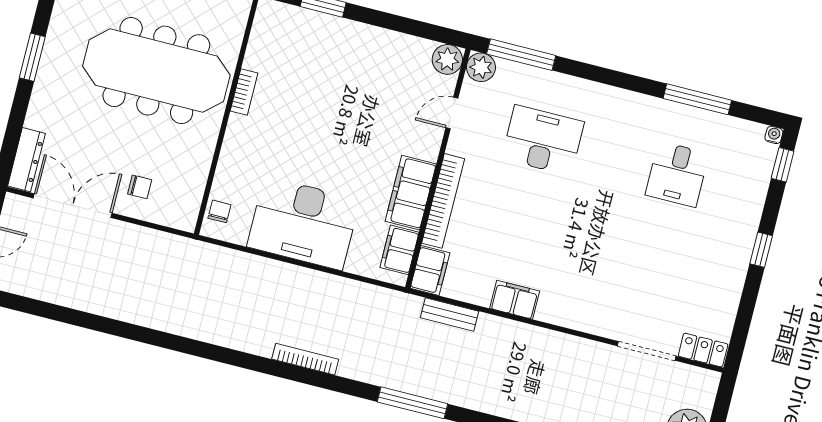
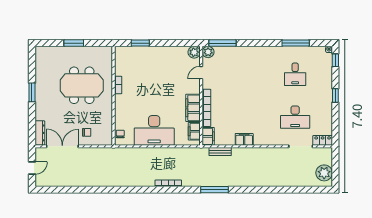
meeting table: (156, 71) -> (82, 85), width x0.73
desk: (543, 140) -> (295, 117), moved, turned 180

